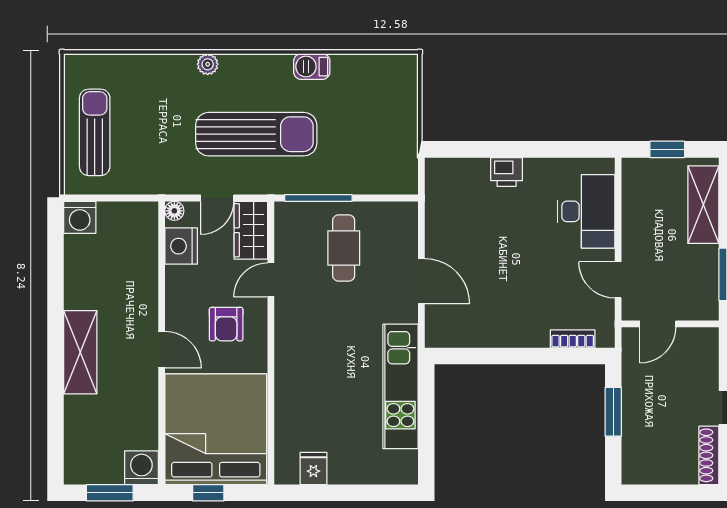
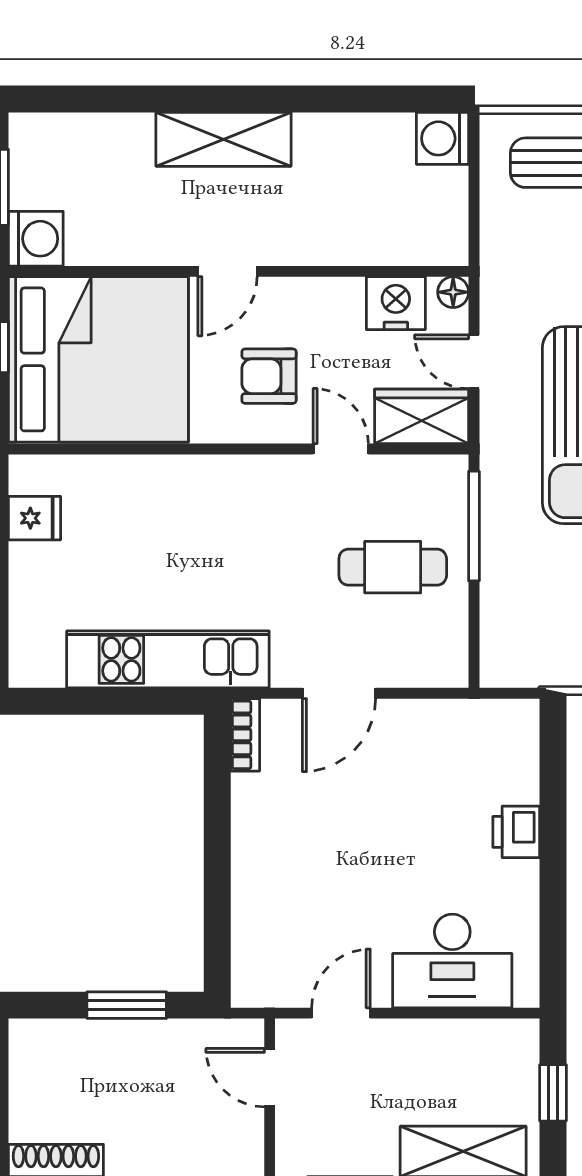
bookcase: (573, 339) -> (245, 735), moved

